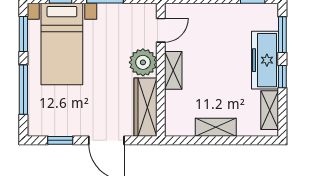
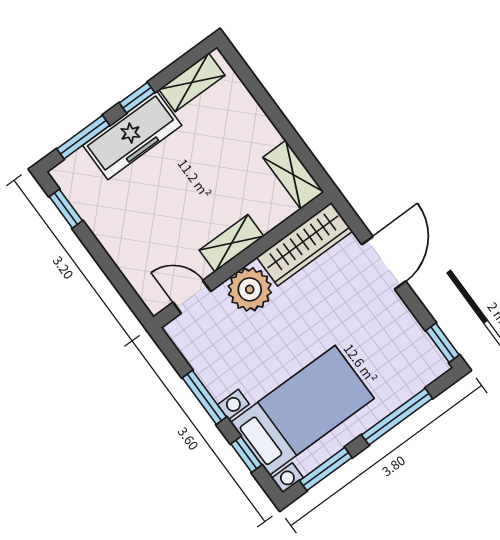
shelving: (216, 127) -> (293, 175), moved
window: (60, 140) -> (443, 343), moved

